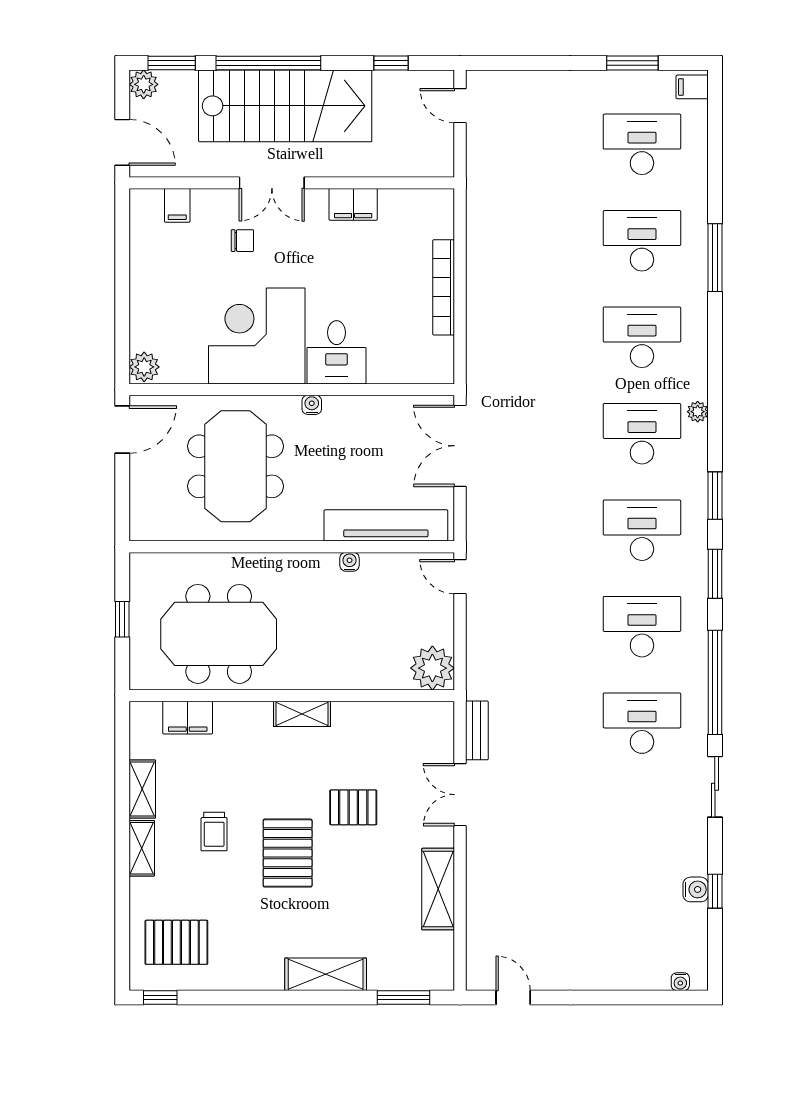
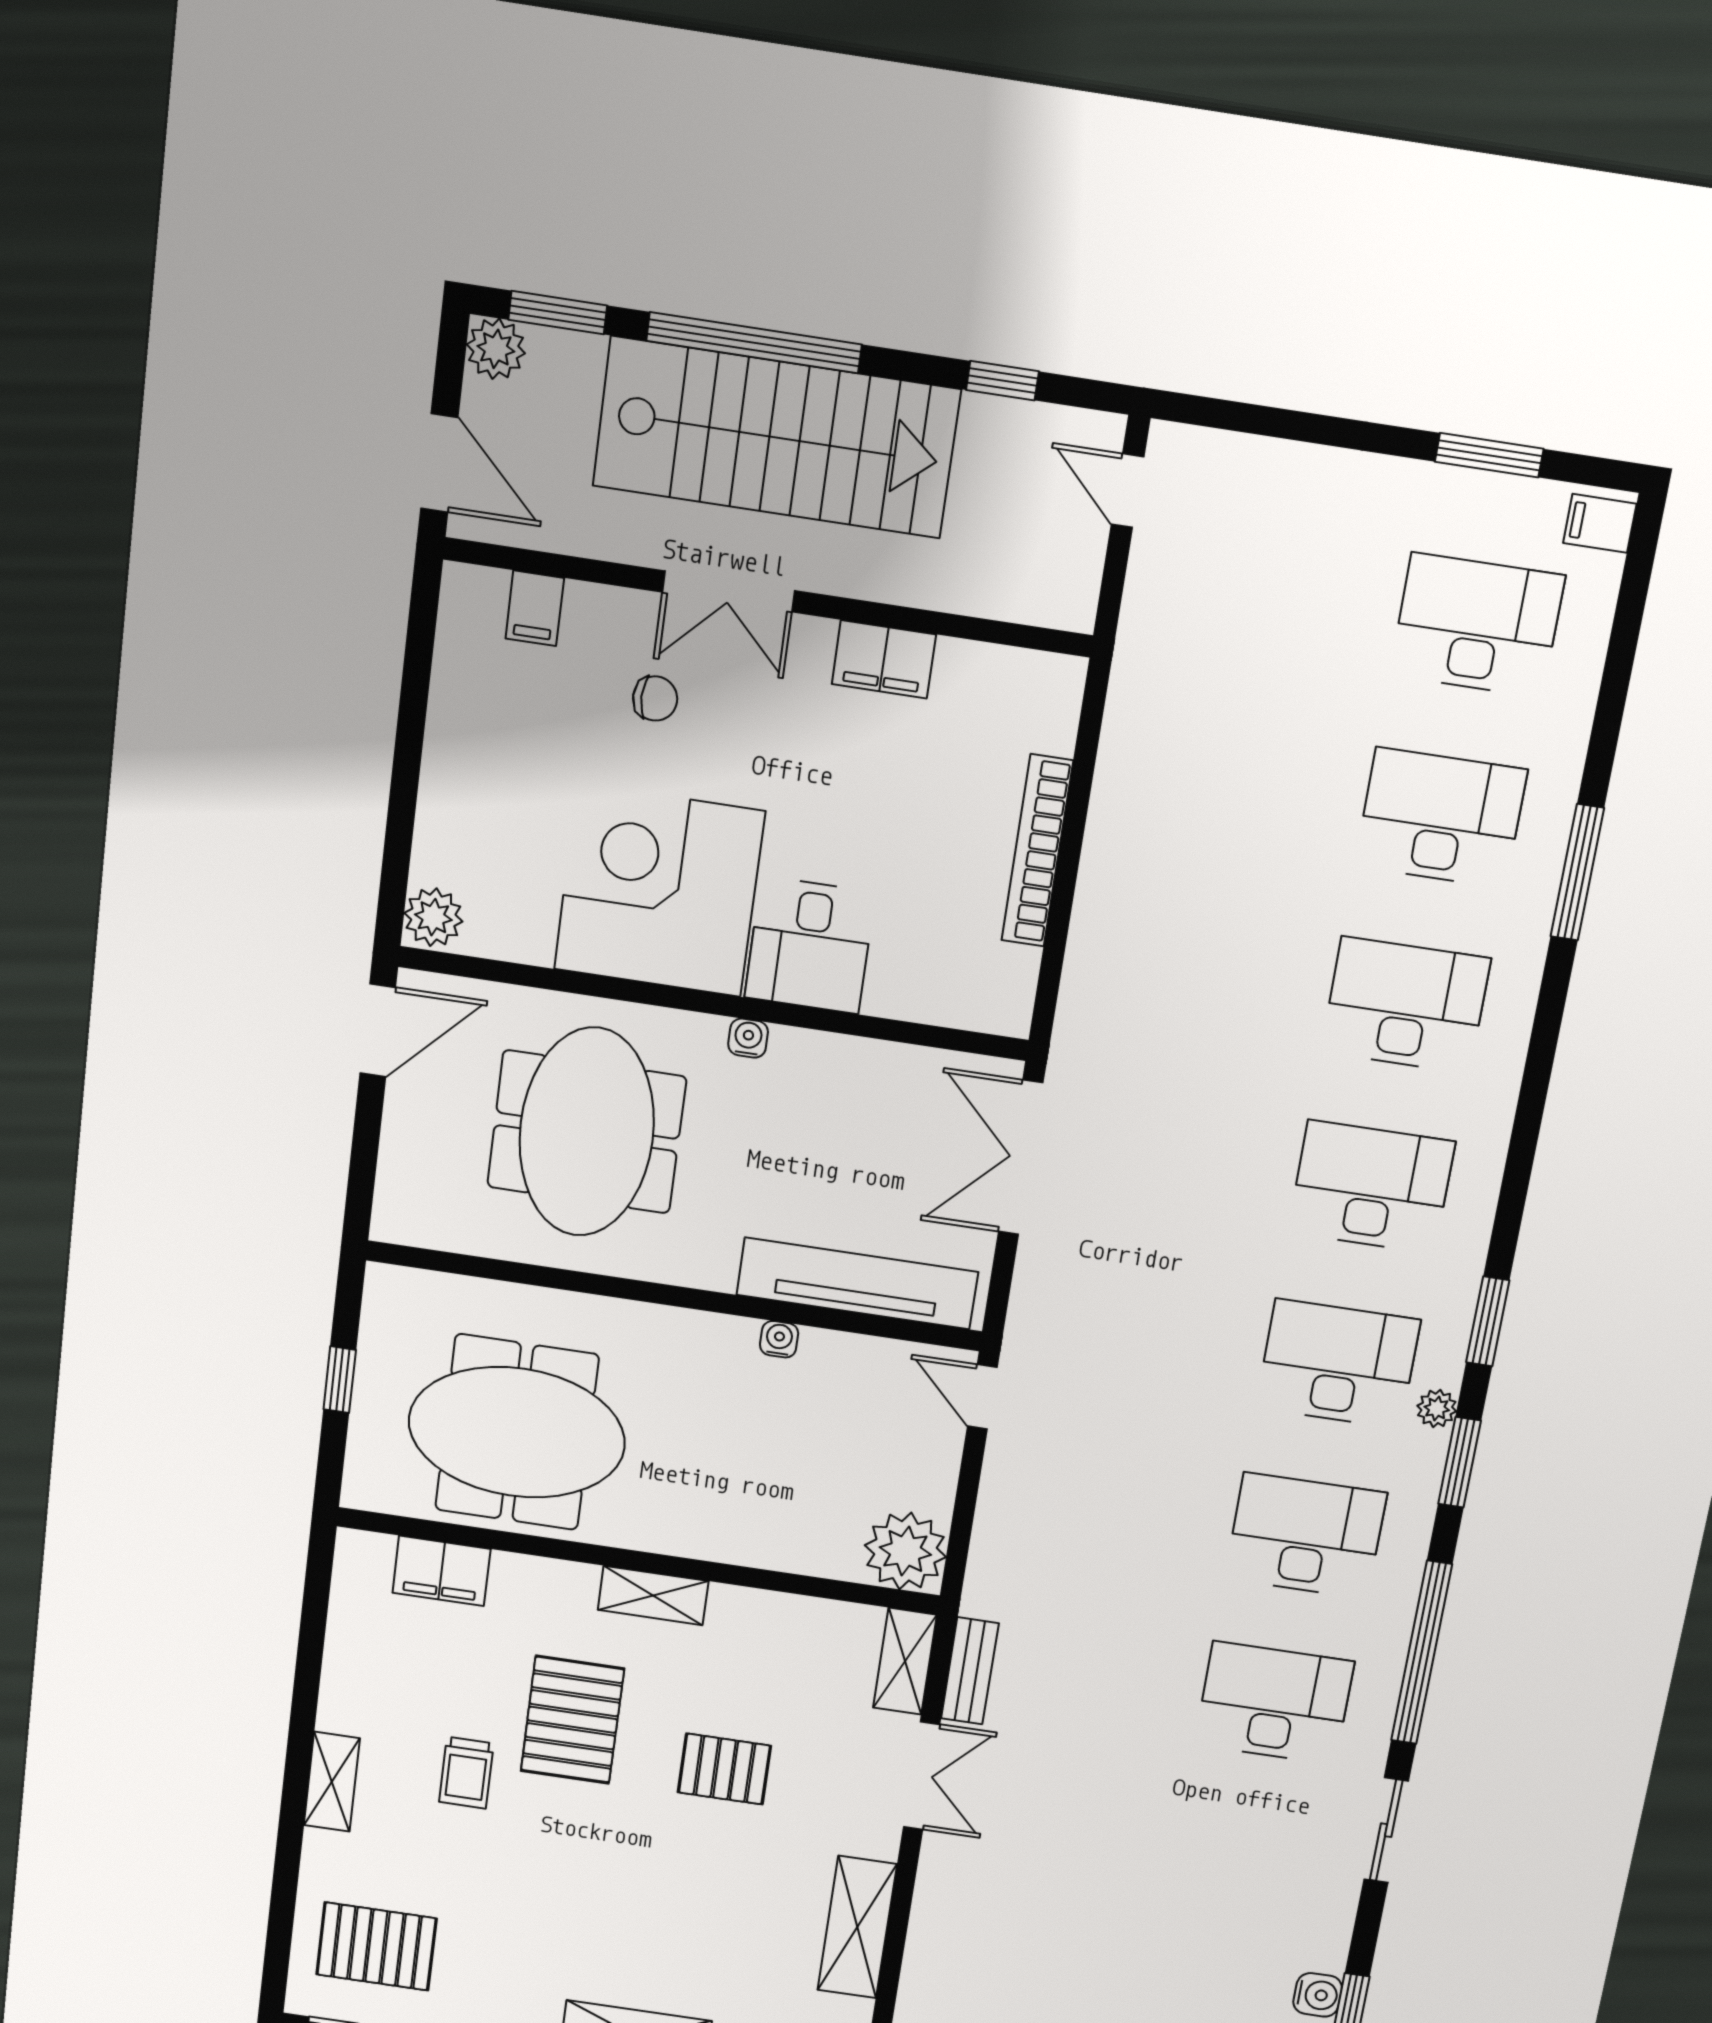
plant: (698, 412) -> (1437, 1408), moved
shelving: (142, 789) -> (905, 1661), moved
double door: (460, 795) -> (922, 1776), swing flipped
pallet: (288, 853) -> (572, 1720), moved

